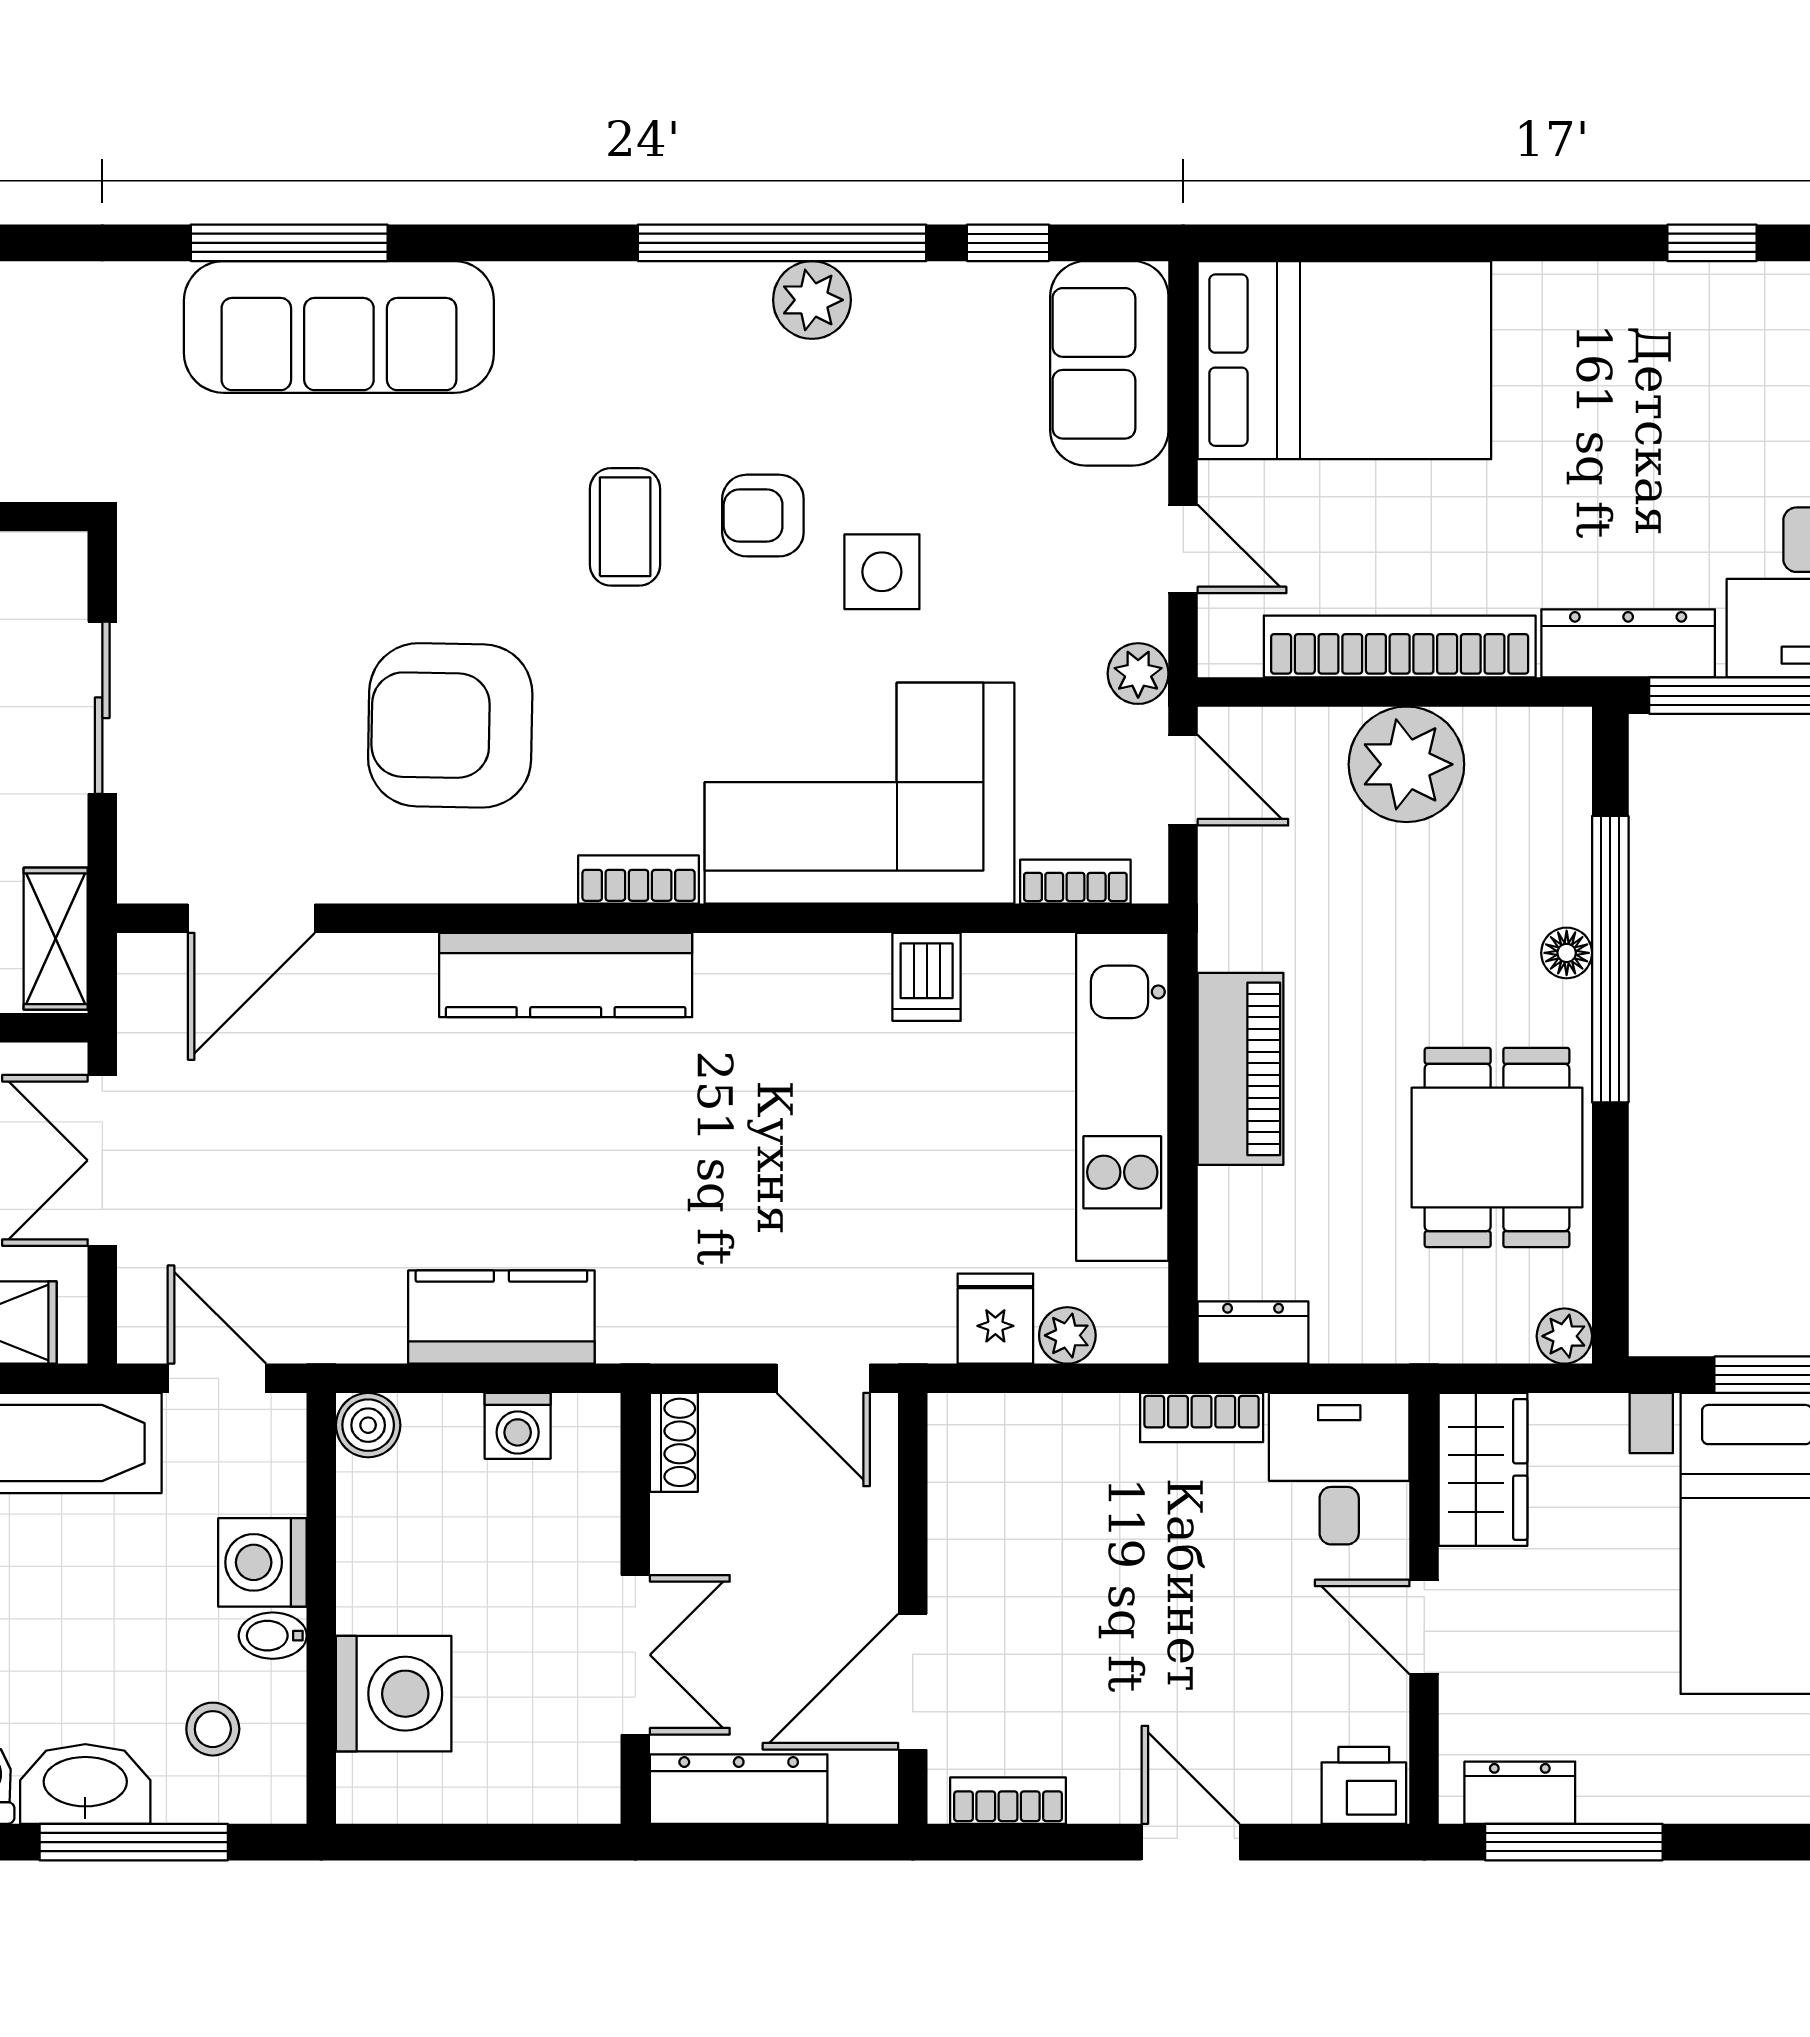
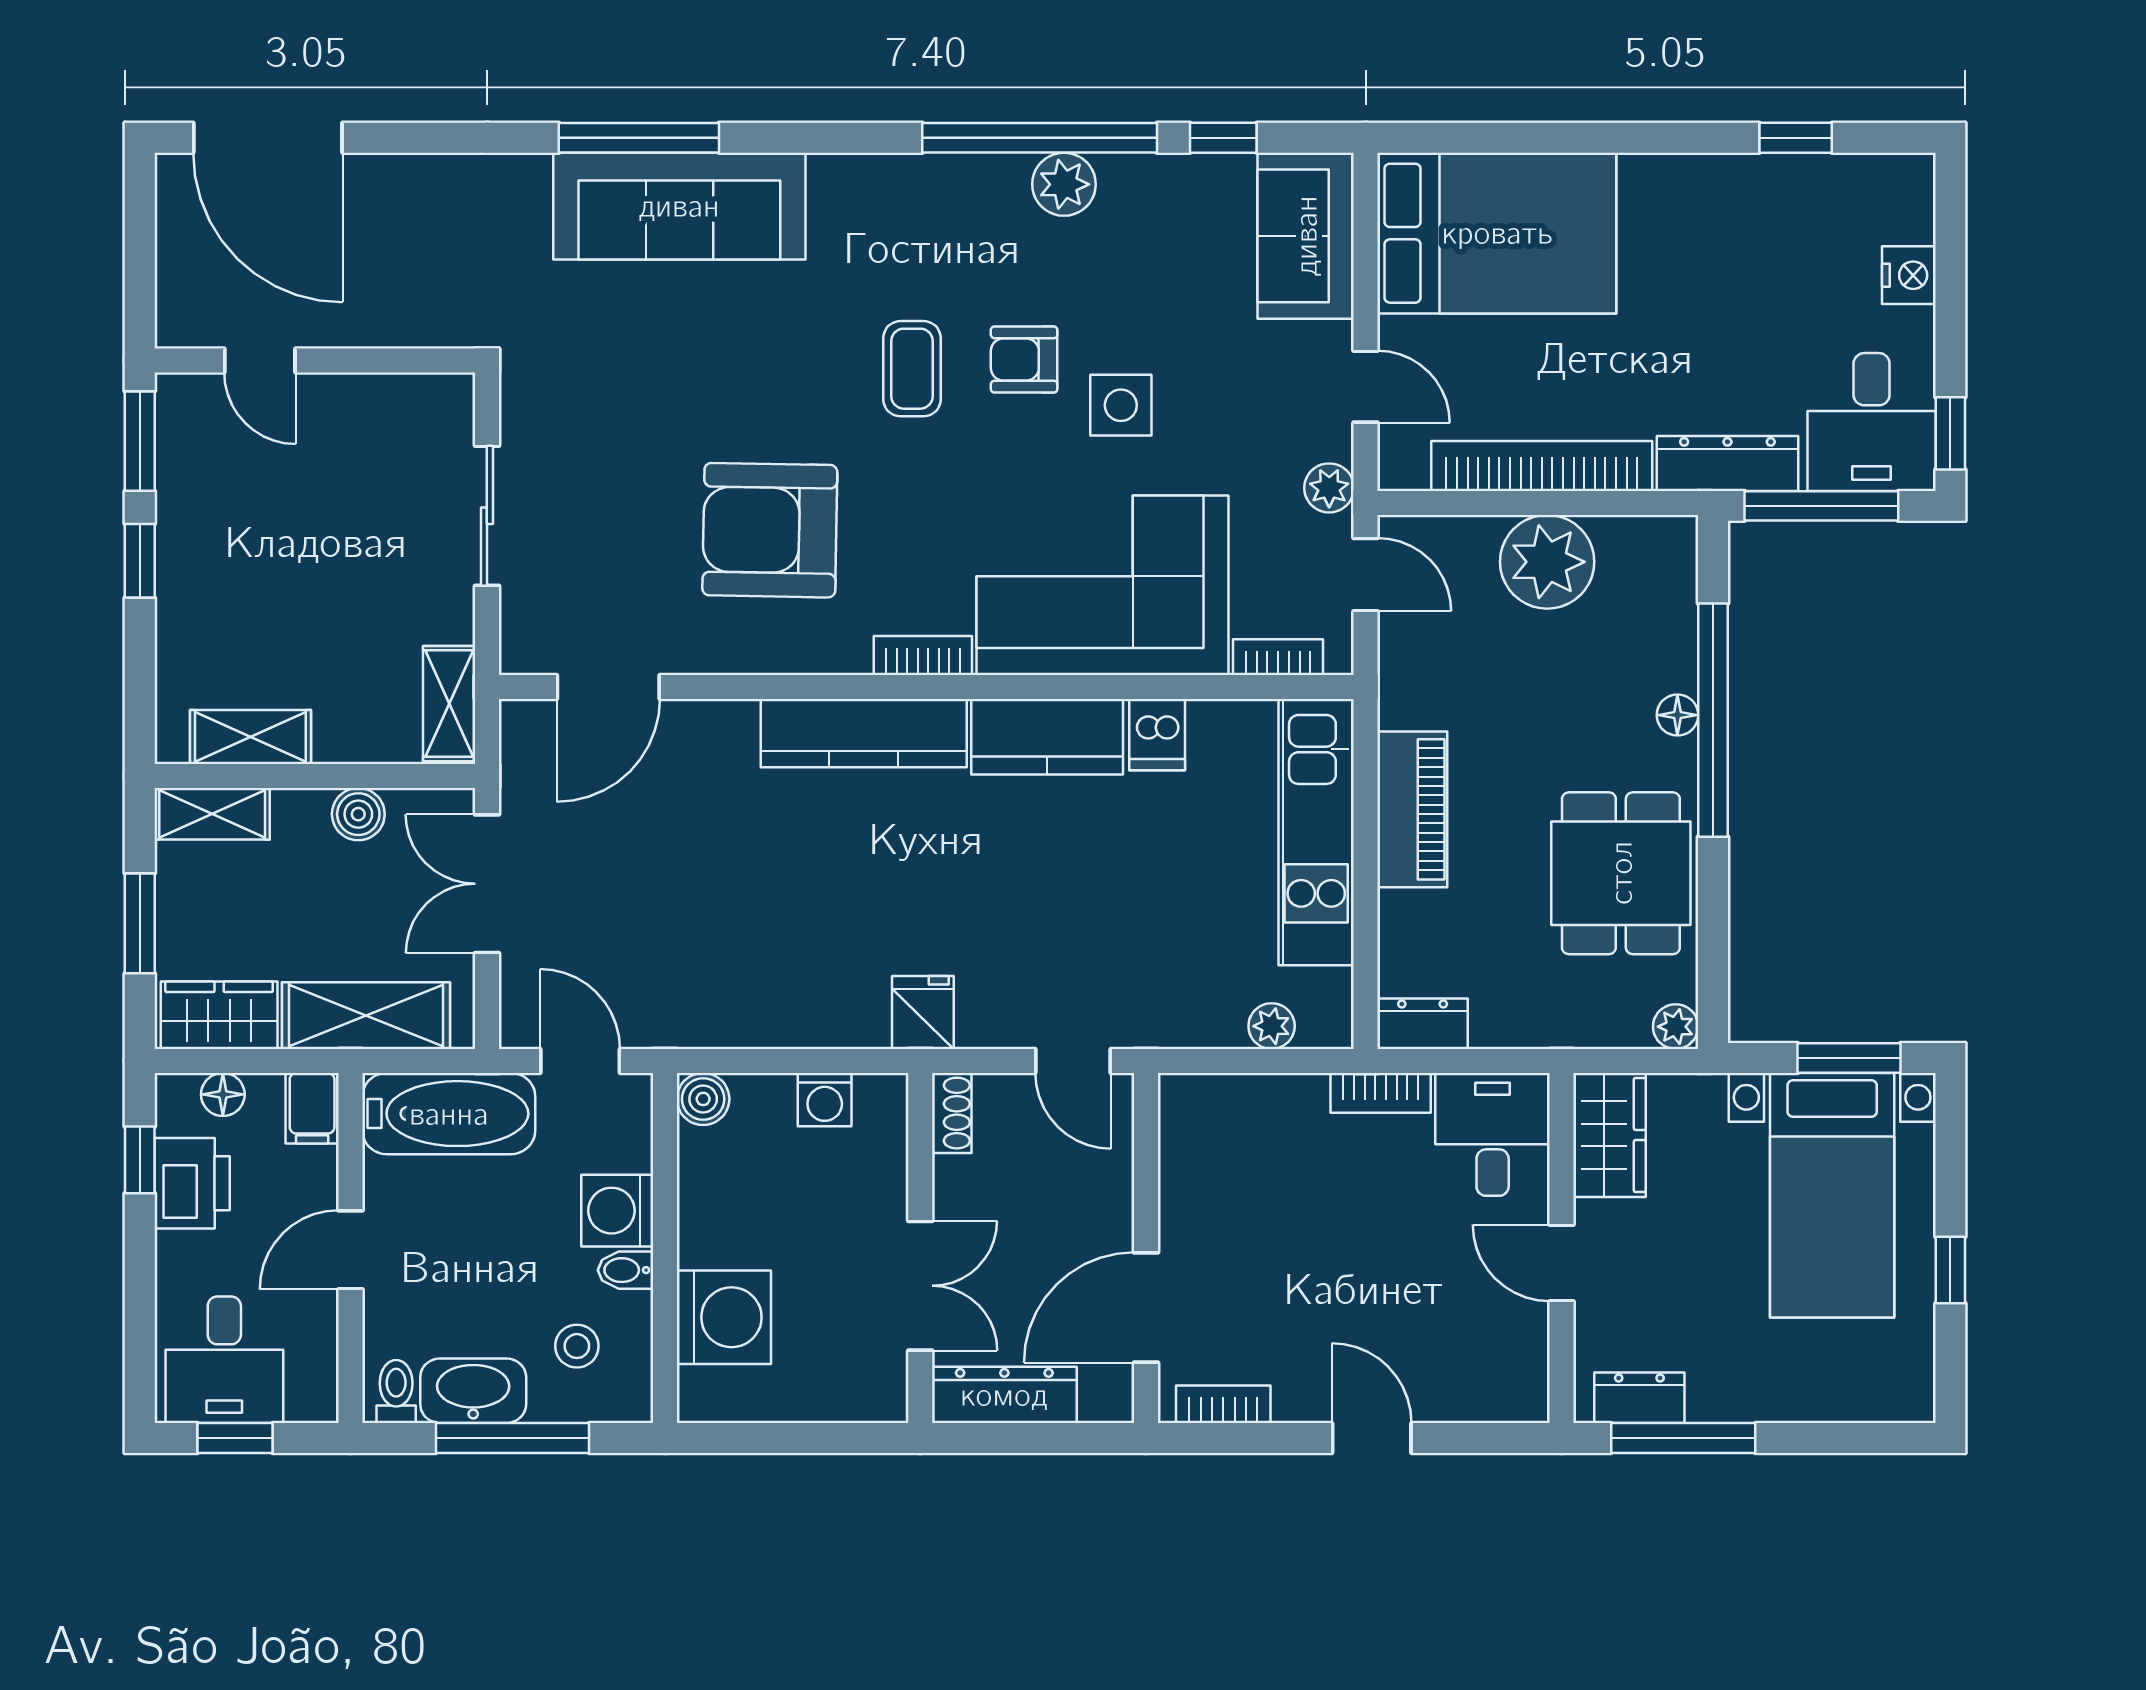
kitchen counter: (501, 1317) -> (1047, 737), moved, turned 180
fridge: (995, 1319) -> (923, 1012), moved
printer: (1364, 1785) -> (1513, 1392), removed

